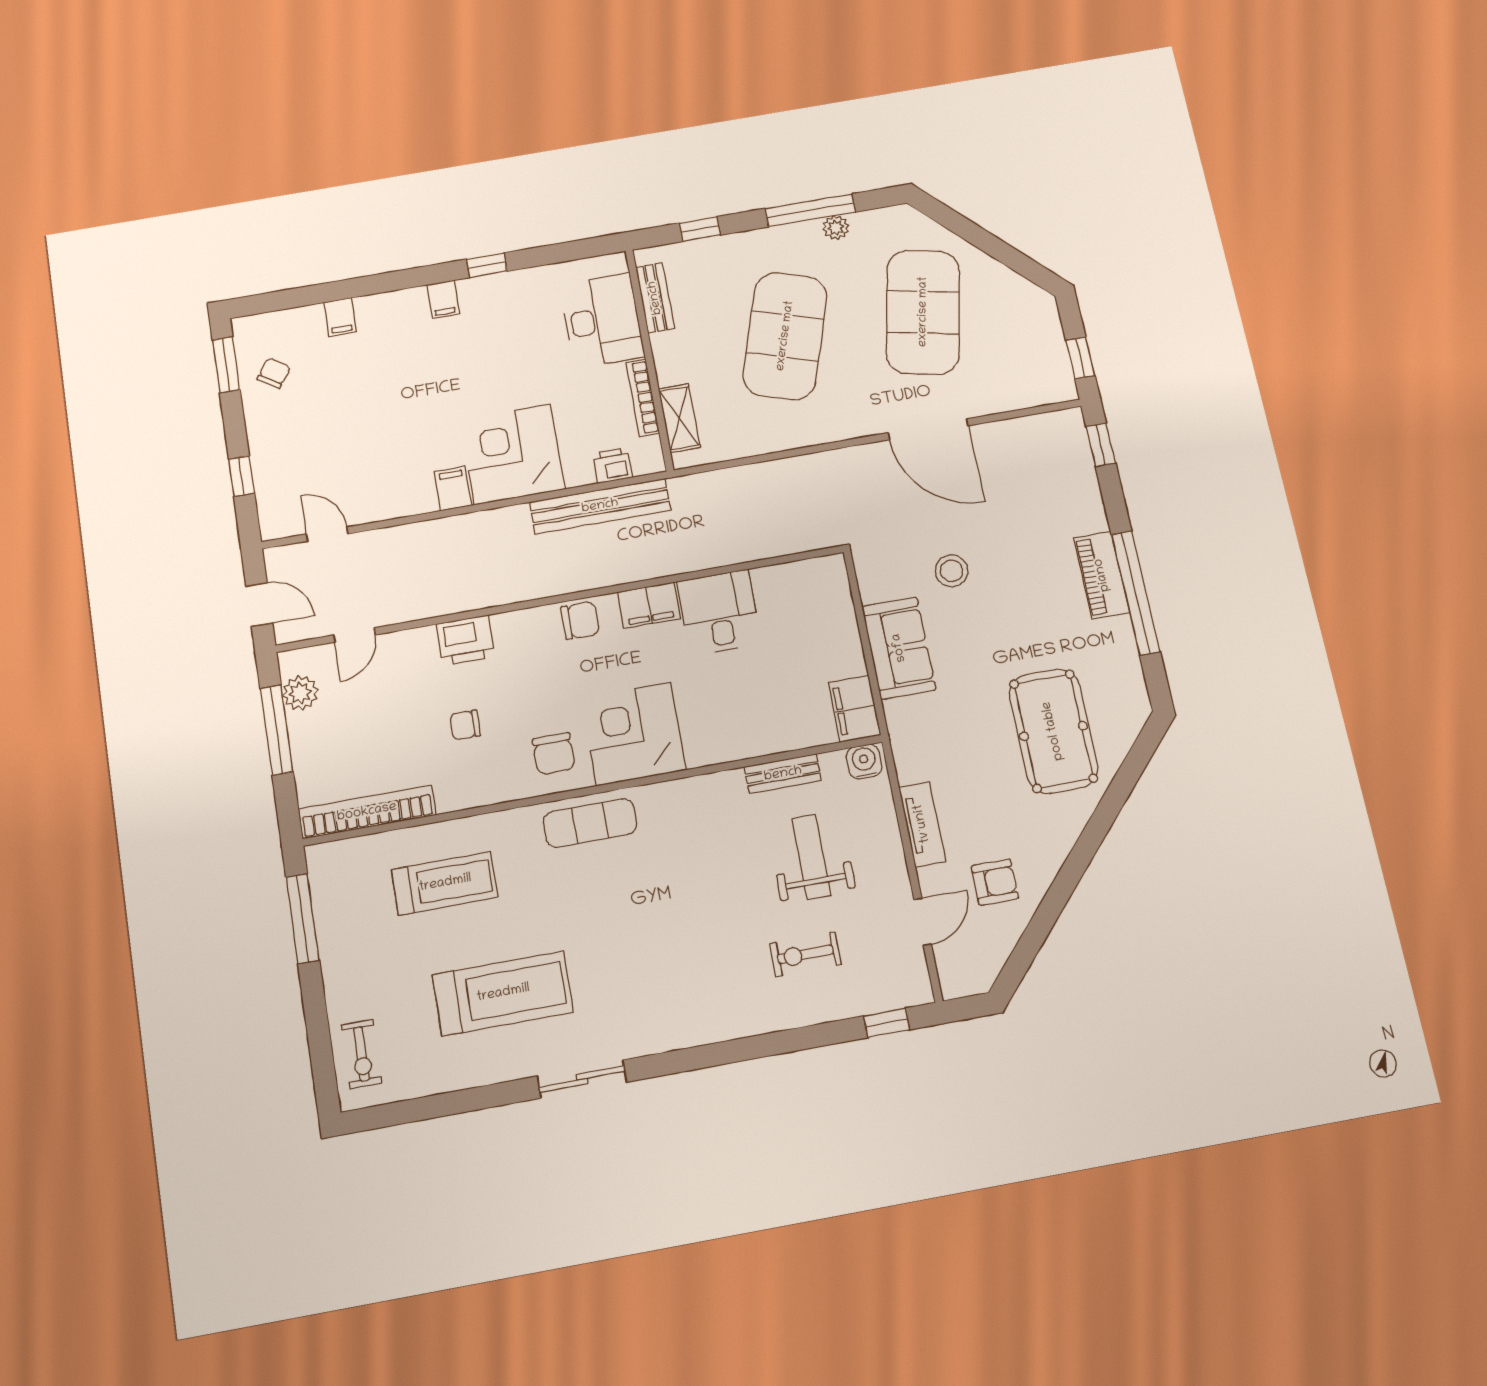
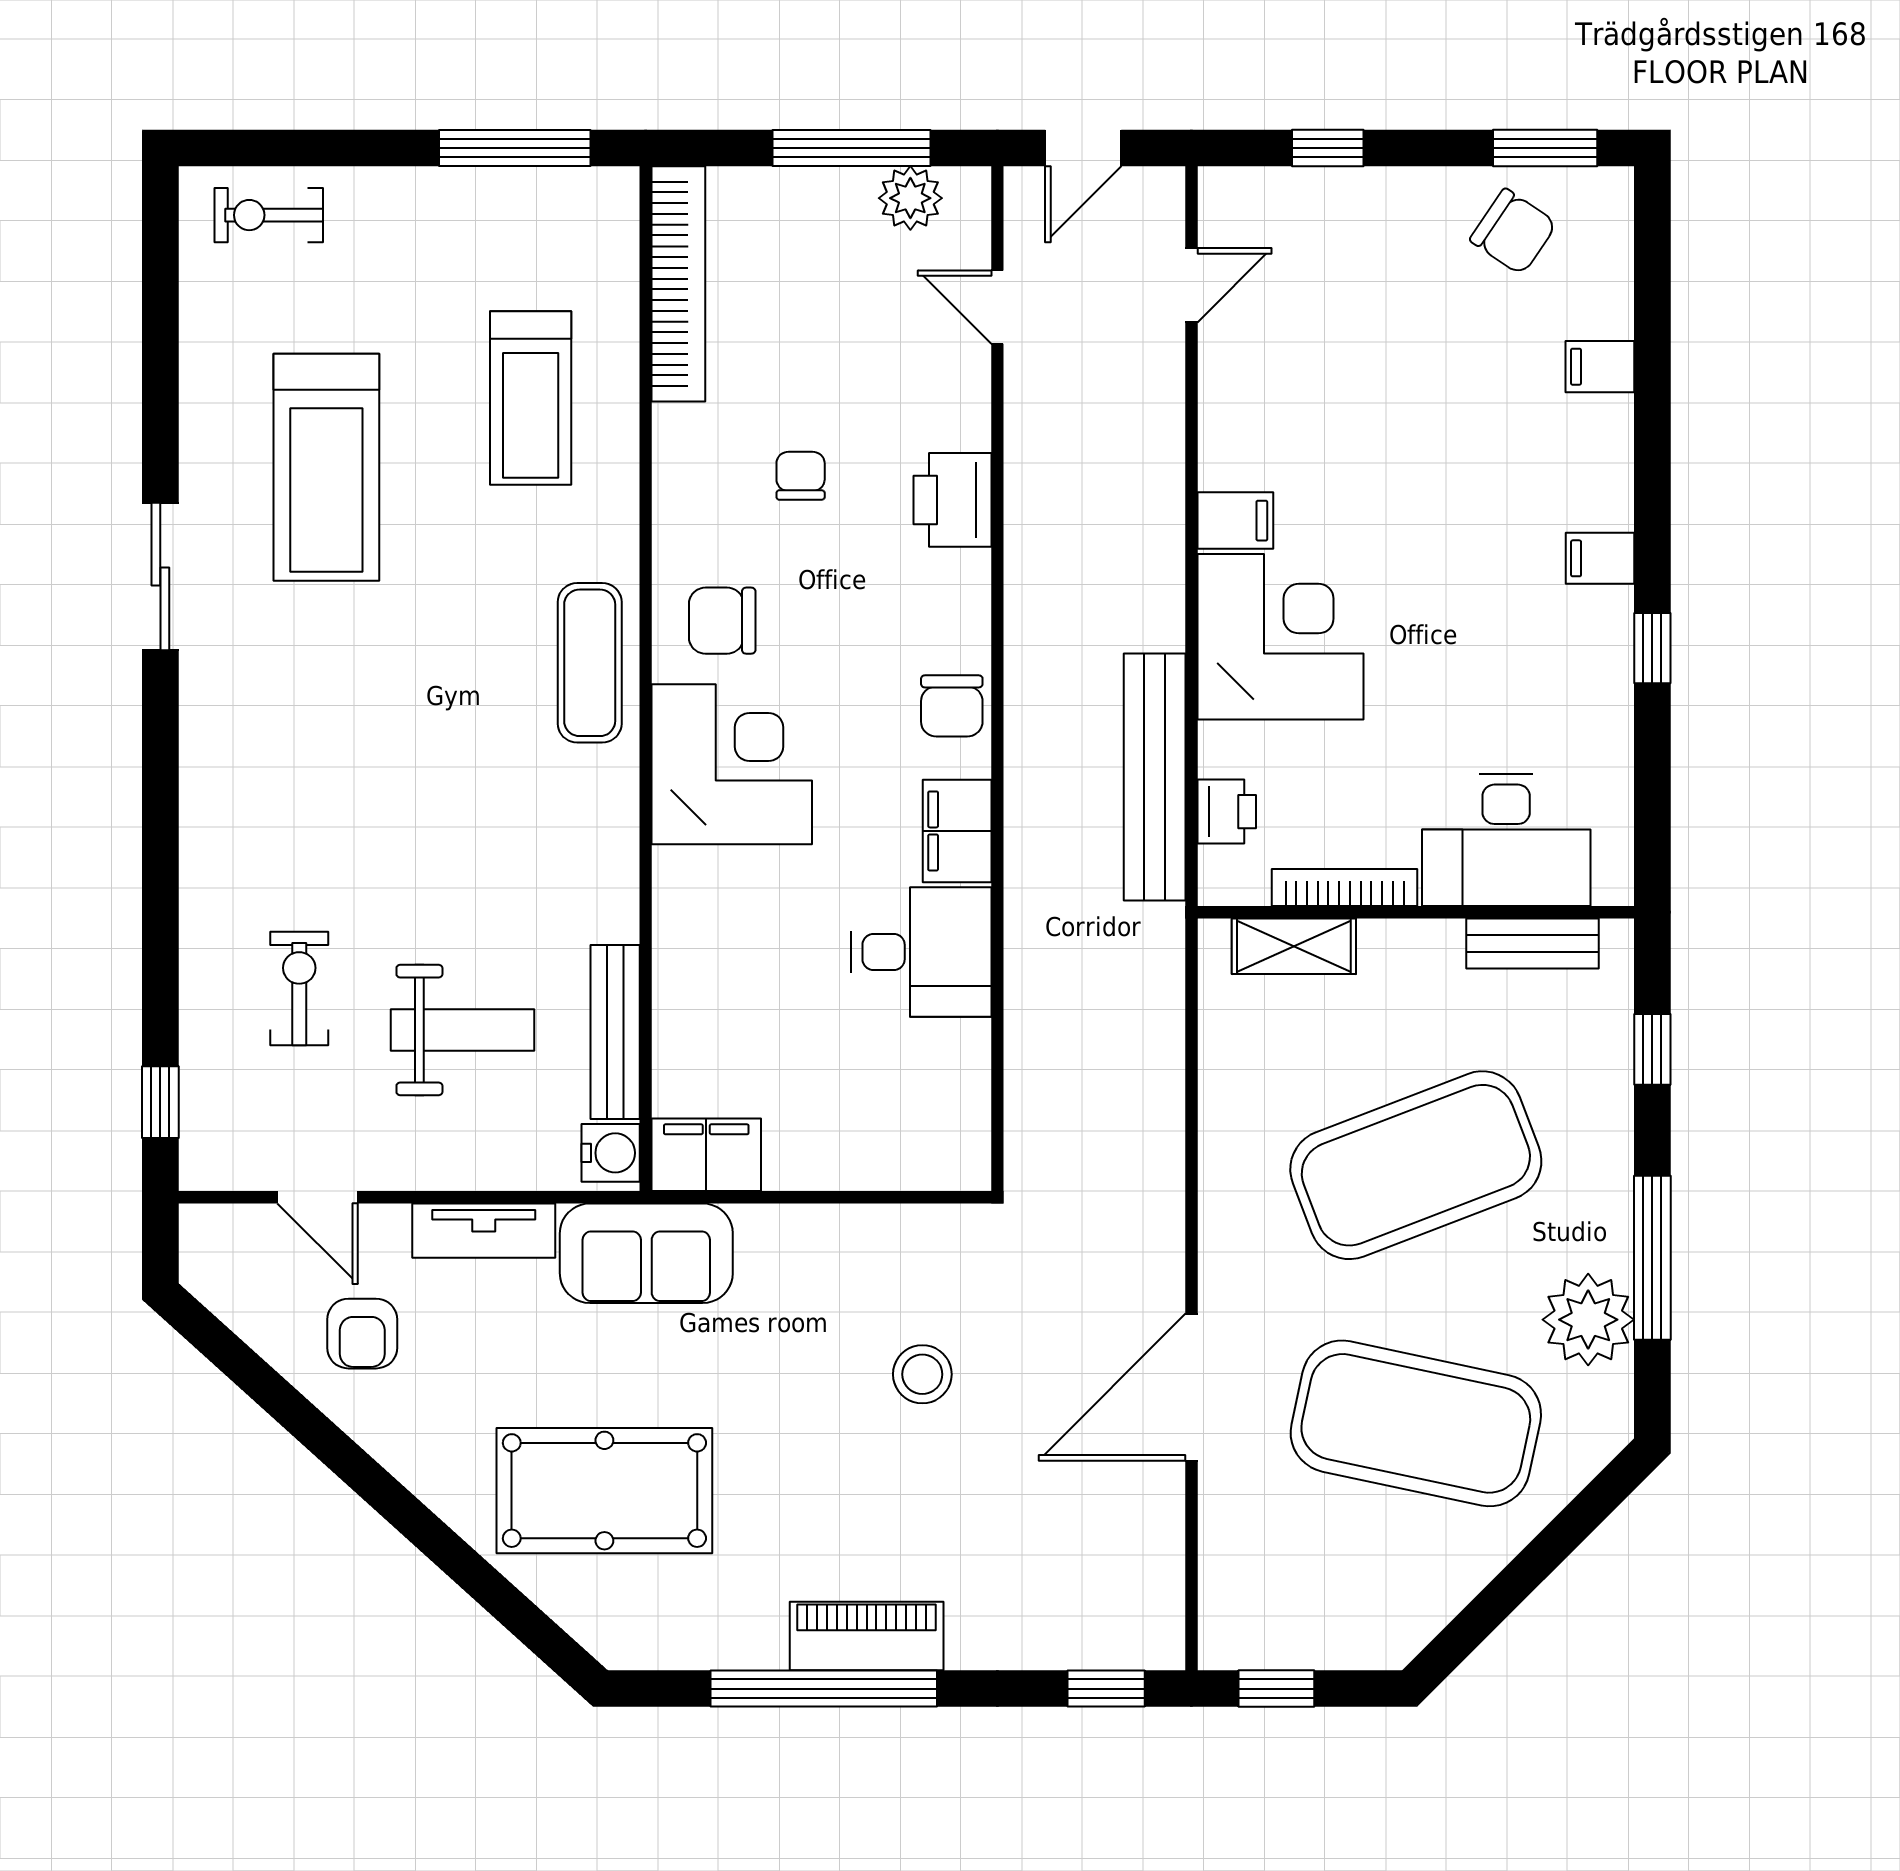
plant: (836, 228) -> (1588, 1320), width x1.87, depth x1.87
exercise mat: (785, 336) -> (1416, 1165), turned -39
chair: (274, 373) -> (1513, 232), width x1.37, depth x1.37
sofa: (899, 648) -> (646, 1253), moved
bench: (783, 774) -> (615, 1032), width x1.36

